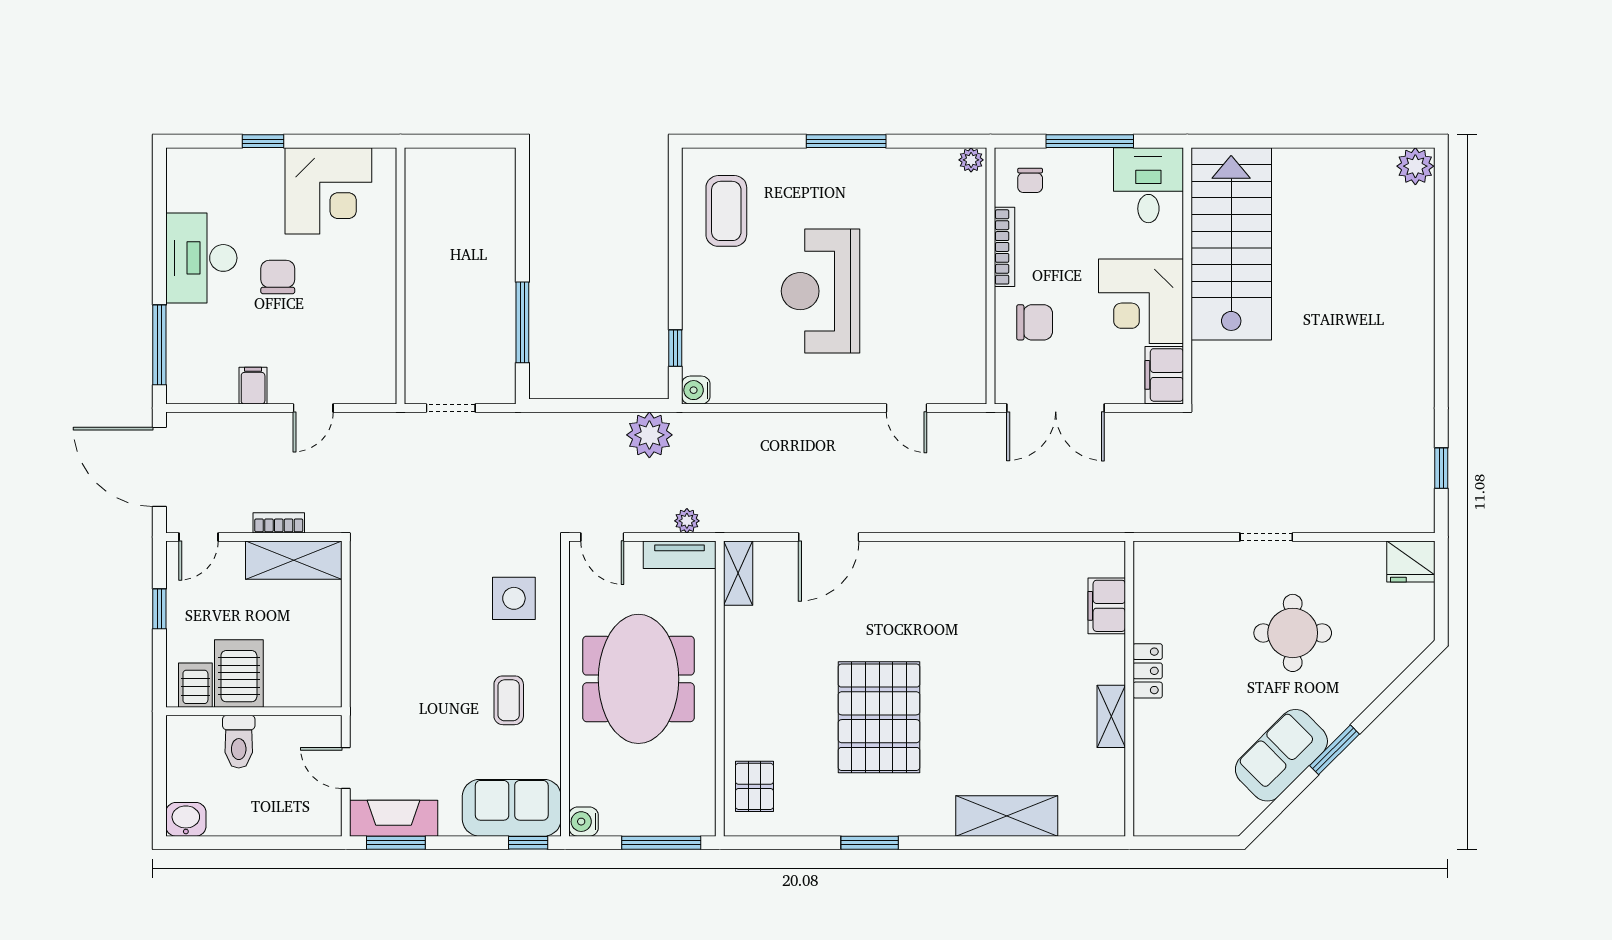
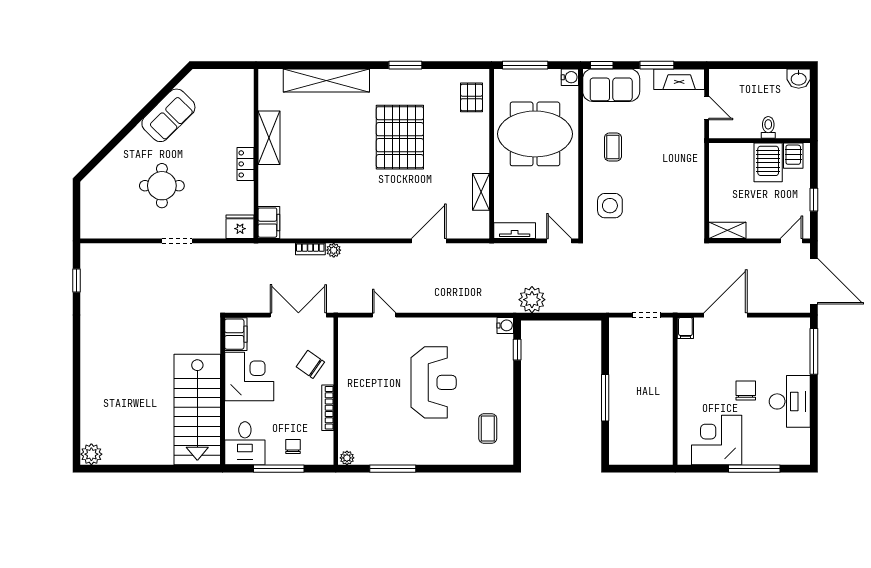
window: (263, 141) -> (754, 469), width x2.17
window: (846, 141) -> (393, 469), moved
chair: (1030, 180) -> (293, 446), moved
coffee table: (726, 211) -> (488, 428), width x0.73, depth x0.77
chair: (278, 277) -> (746, 390), turned 180
window: (522, 322) -> (605, 398), moved
chair: (1035, 322) -> (310, 364), turned 35
filing cabinet: (253, 386) -> (685, 328), moved
door: (313, 408) -> (725, 315), width x1.88
plant: (687, 521) -> (334, 250), moved
bookcase: (279, 523) -> (310, 249), moved
shelving: (294, 560) -> (727, 230), width x0.67, depth x0.75
fridge: (1411, 562) -> (240, 227), moved
shelving: (738, 573) -> (481, 192), moved
filing cabinet: (1107, 606) -> (269, 223), moved
meeting table: (638, 679) -> (535, 134), moved, turned 90
shelving: (1111, 716) -> (269, 138), width x1.50, depth x1.33
toilet: (239, 742) -> (768, 127), width x0.73, depth x0.72
window: (1335, 750) -> (138, 118), removed
shelving: (1007, 816) -> (326, 80), width x1.47
window: (396, 843) -> (657, 65), moved

